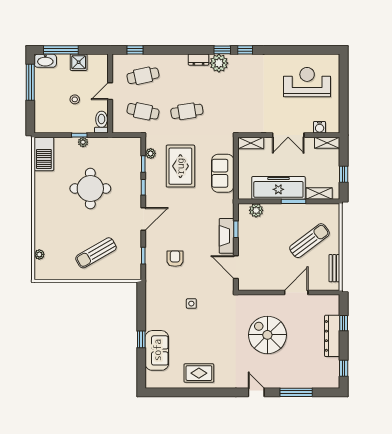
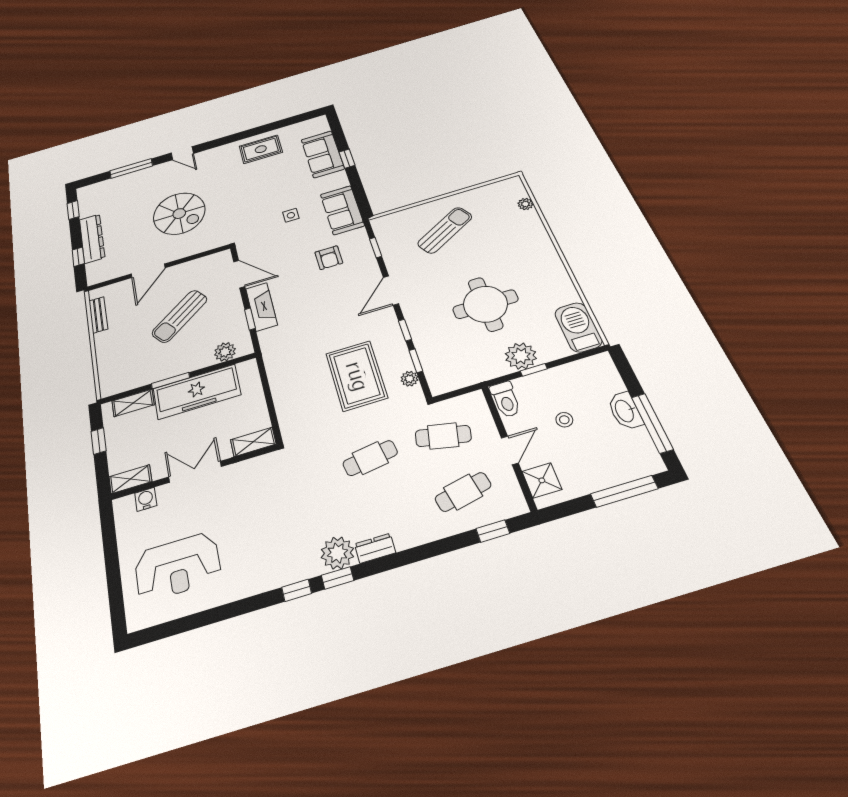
washbasin: (45, 61) -> (625, 411), moved, turned -90
shower: (79, 62) -> (542, 480), moved
plant: (83, 142) -> (521, 356), width x1.88, depth x1.88
sofa: (223, 173) -> (342, 210), moved, turned 180
sun lounger: (309, 241) -> (180, 316), moved

